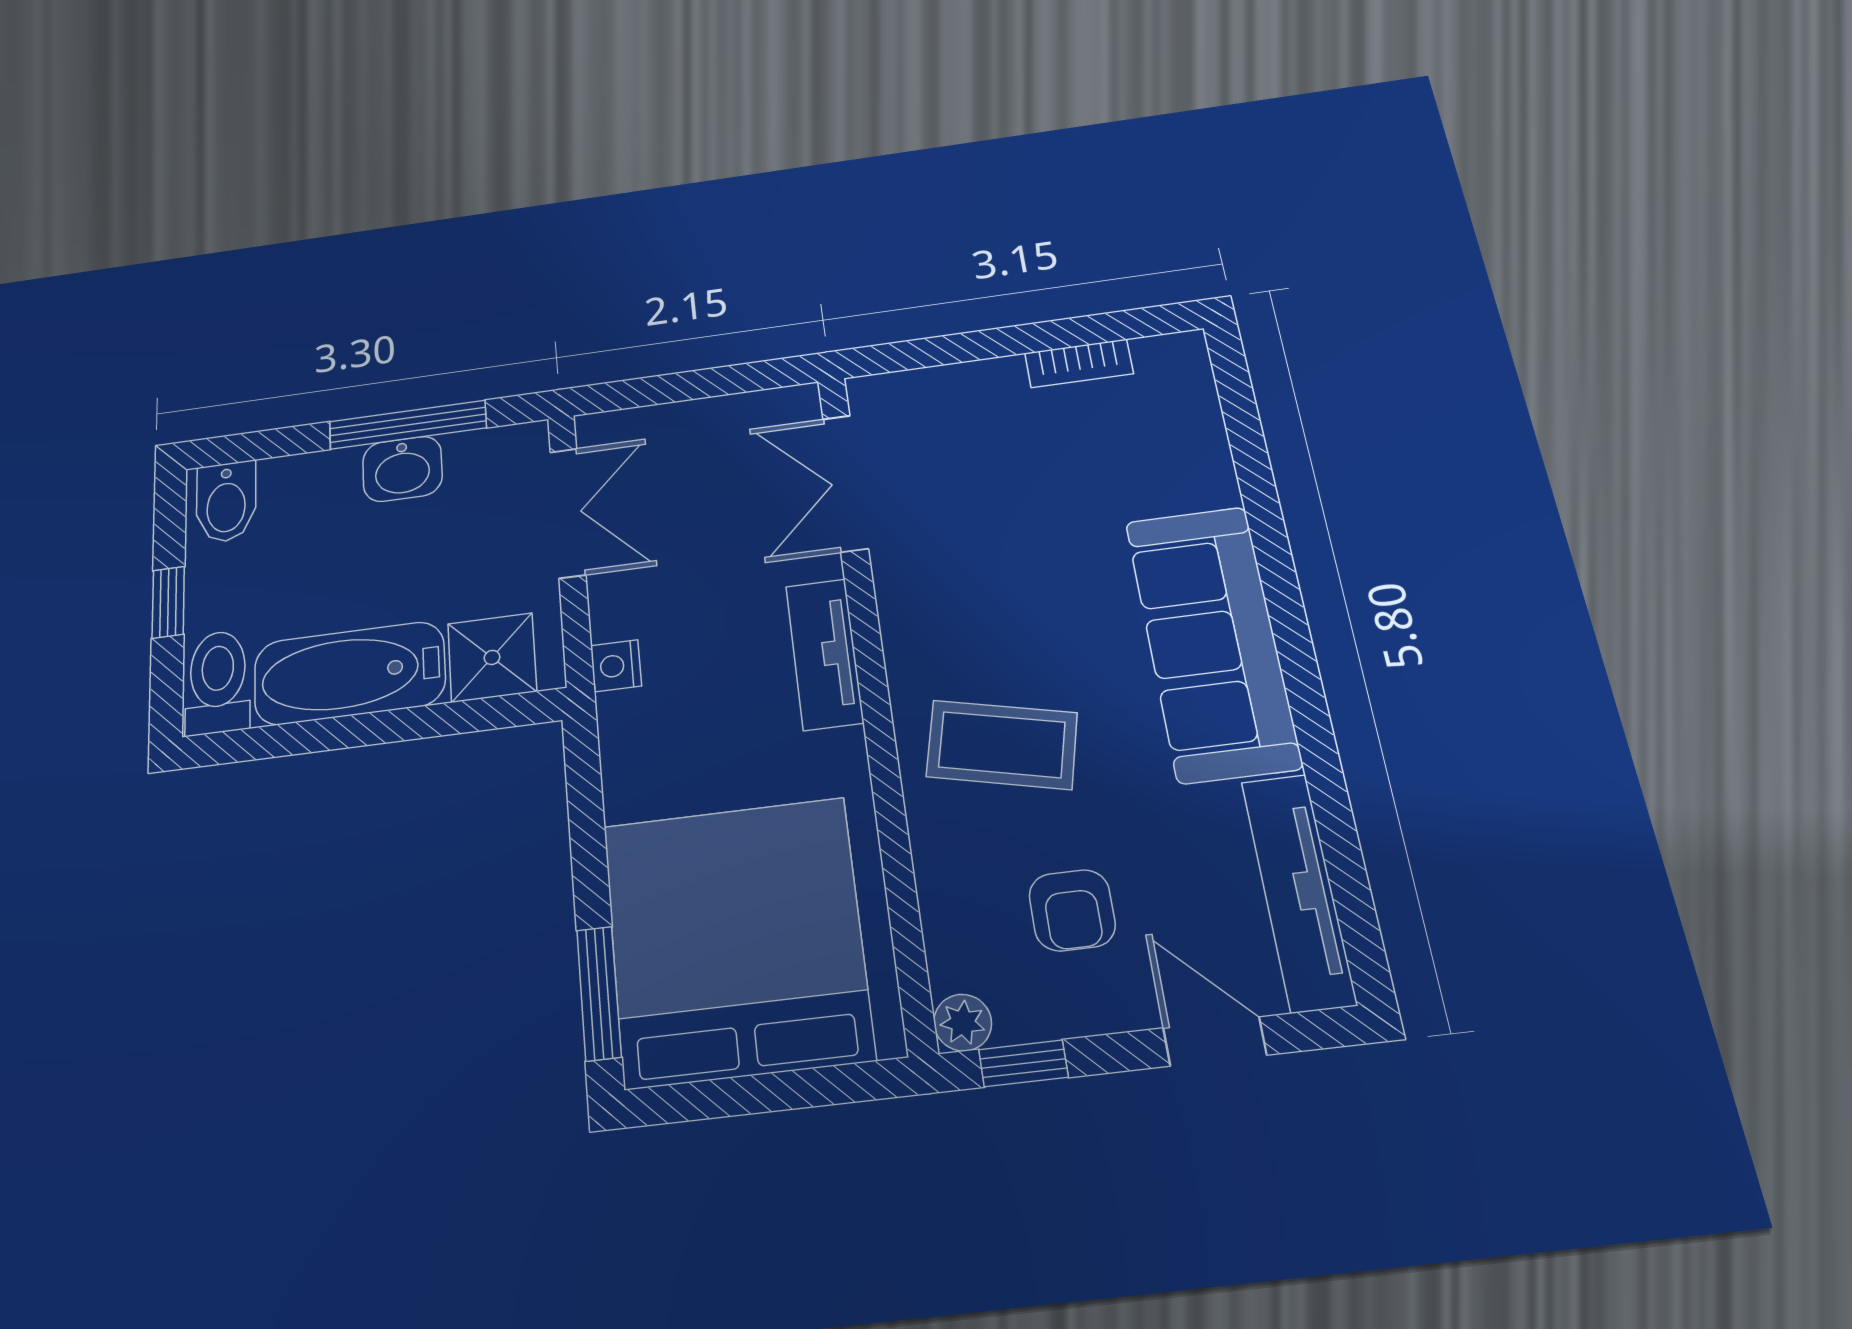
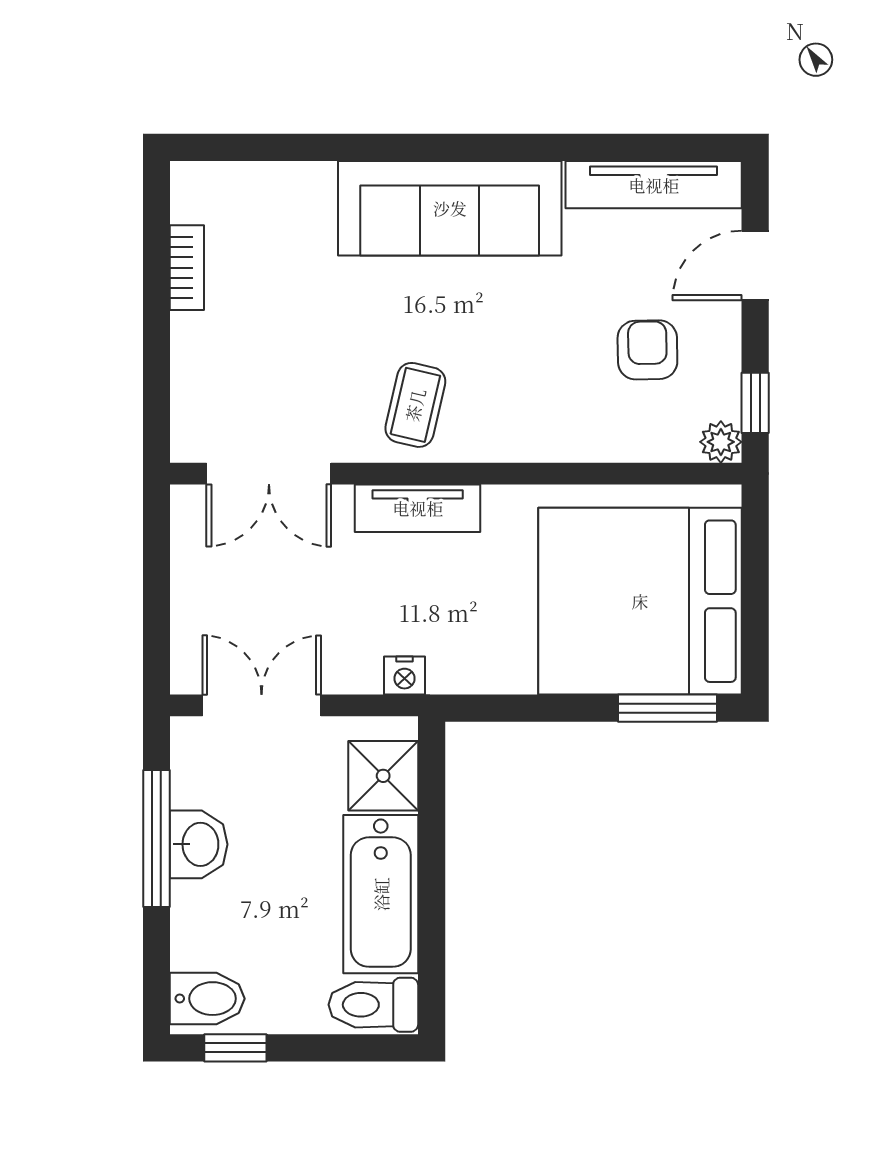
window: (168, 602) -> (235, 1048), moved
coffee table: (1002, 745) -> (415, 405), moved, width x0.73, depth x0.77
armchair: (1072, 910) -> (647, 350), turned -91

